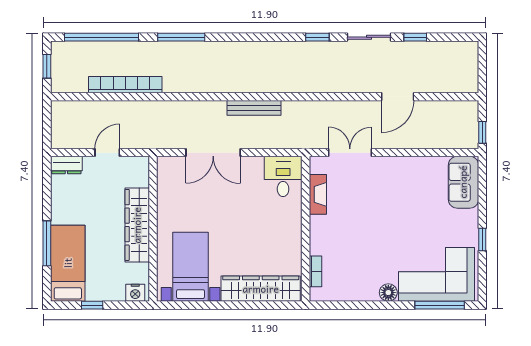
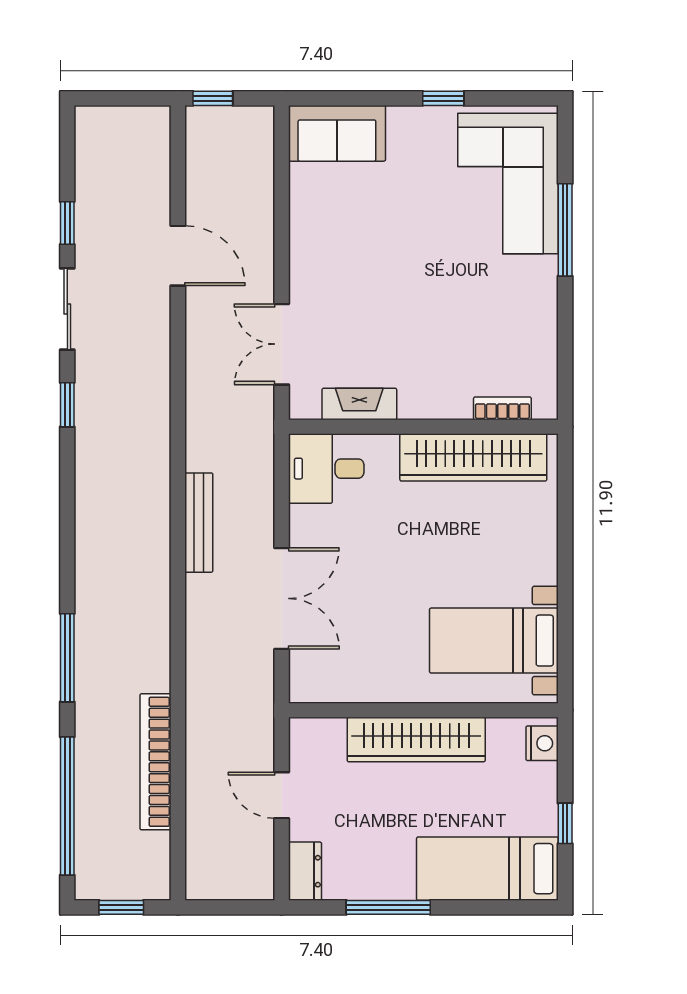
window: (482, 132) -> (213, 98), moved
window: (47, 243) -> (388, 907), moved
wardrobe: (261, 289) -> (473, 457), moved, turned -90
floor lamp: (388, 293) -> (542, 273), removed
window: (440, 305) -> (565, 230), moved

